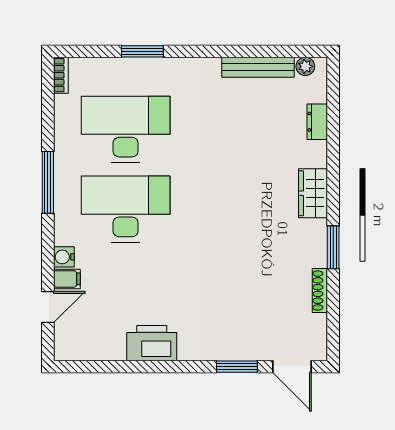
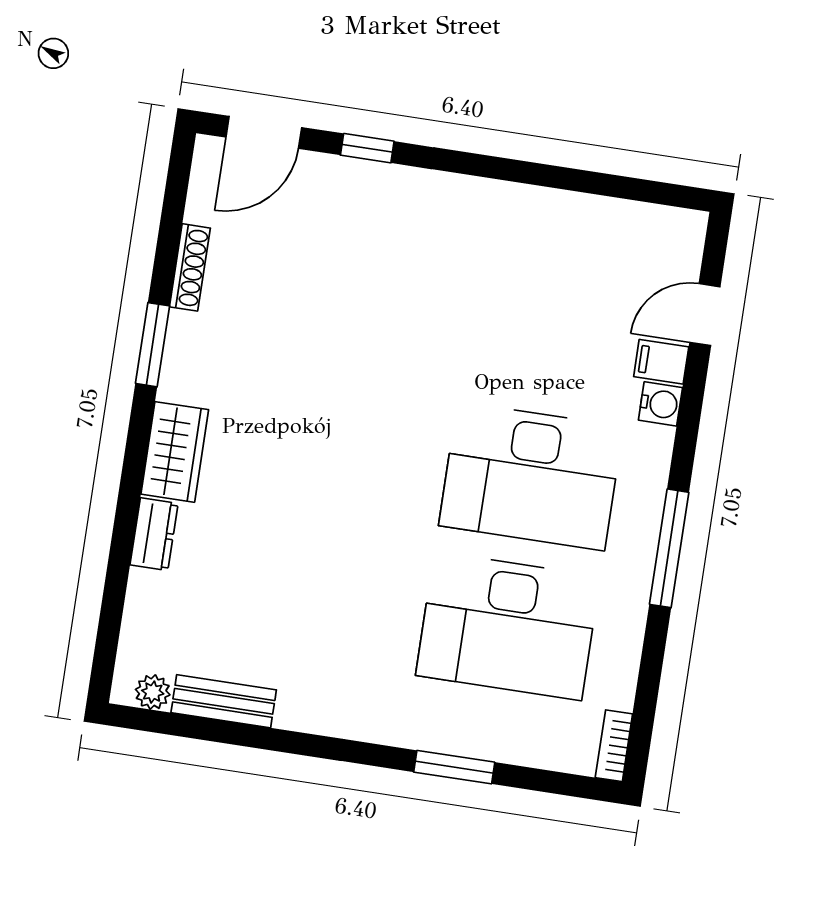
bench: (258, 67) -> (224, 701), width x0.73
dresser: (317, 122) -> (154, 534), moved
printer: (152, 343) -> (520, 217), removed
window: (237, 367) -> (367, 148), width x0.67
door: (292, 367) -> (264, 132), swing flipped

